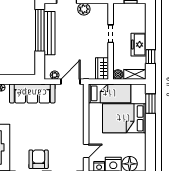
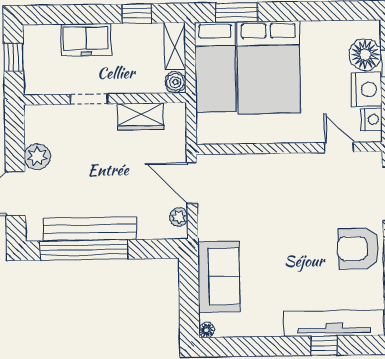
freezer: (139, 45) -> (86, 40), moved
wardrobe: (102, 69) -> (141, 116), moved
sofa: (32, 93) -> (219, 277), width x0.73
bed: (110, 93) -> (215, 67), moved, turned 180

